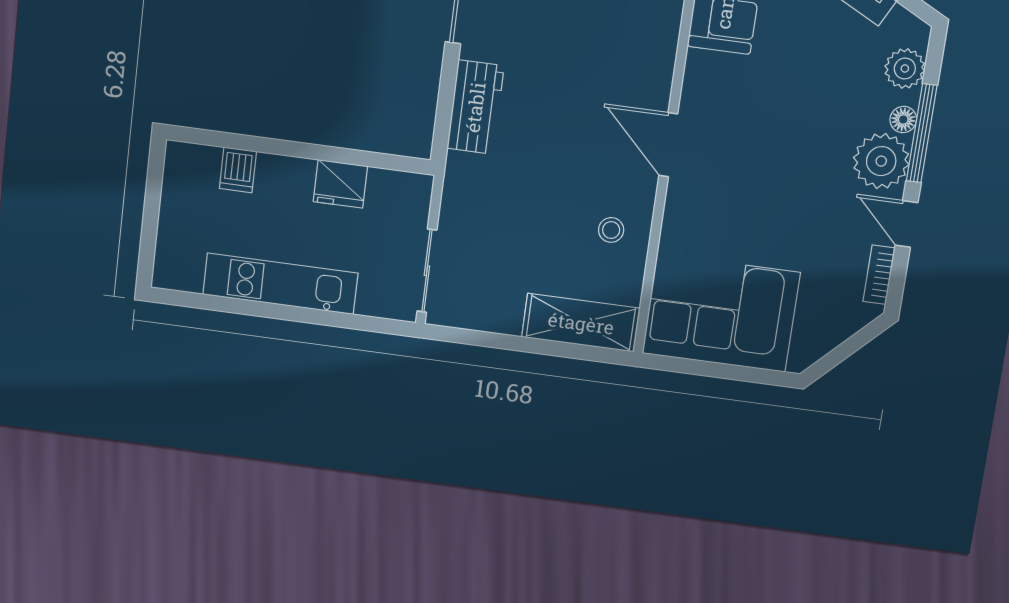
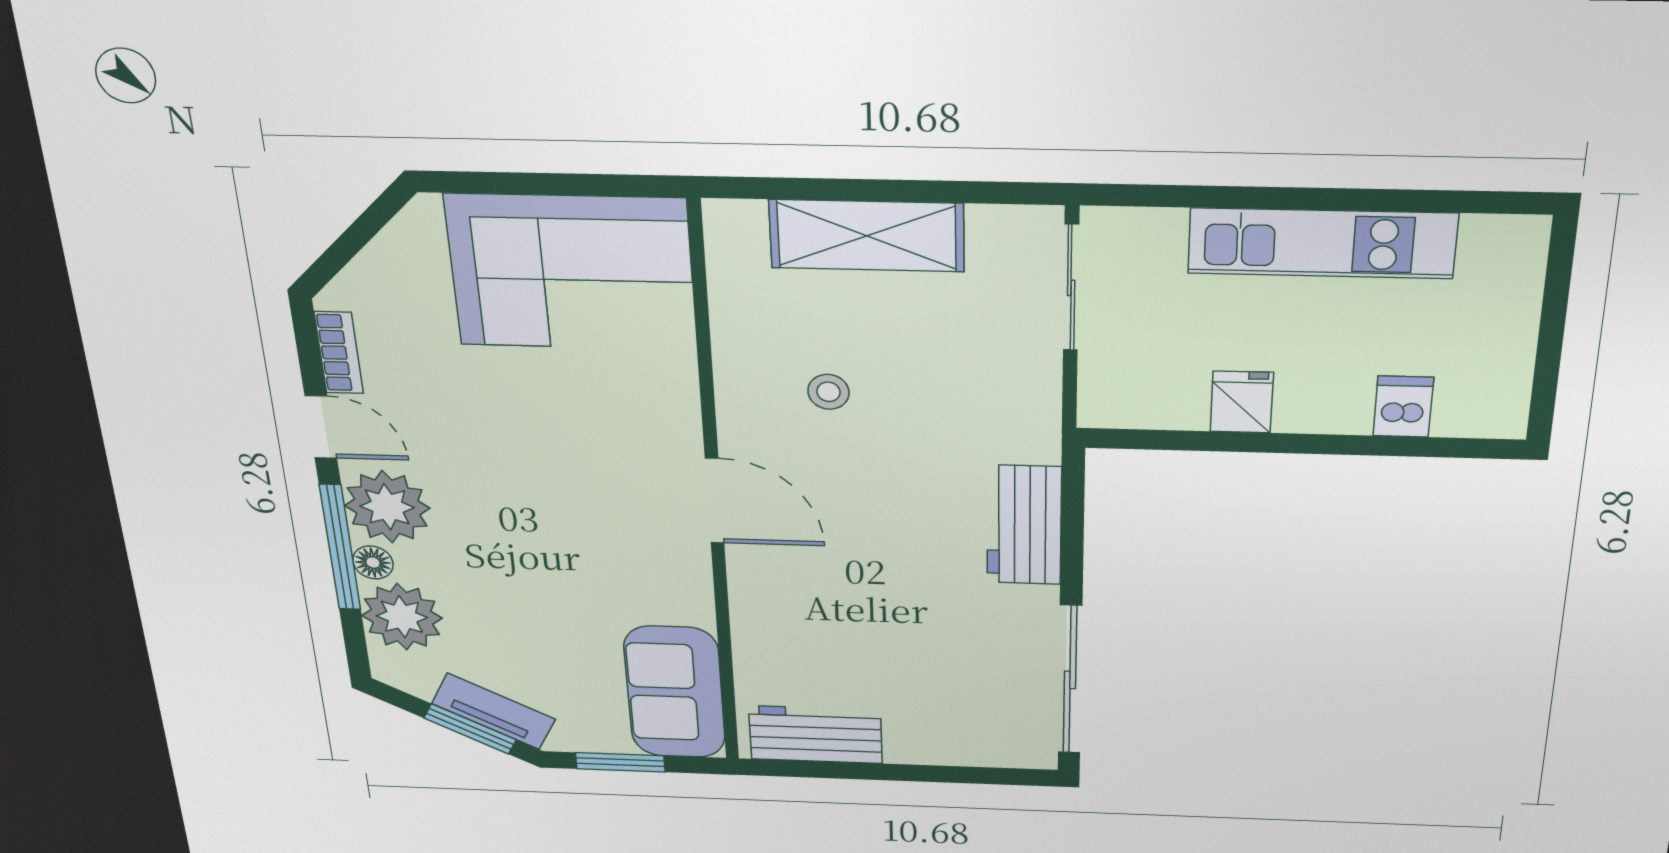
plant: (905, 68) -> (402, 617), width x1.36, depth x1.36
fridge: (340, 184) -> (1242, 402), width x0.72
stool: (611, 230) -> (828, 392), moved
shelving: (581, 323) -> (867, 236), moved

